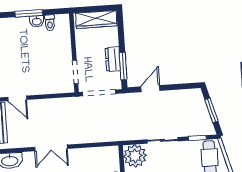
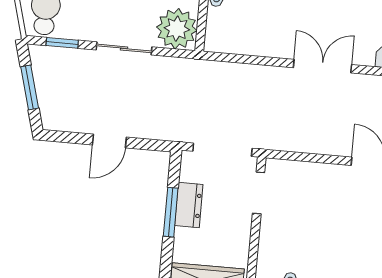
window: (123, 66) -> (171, 212), moved
door: (150, 89) -> (109, 141), moved

